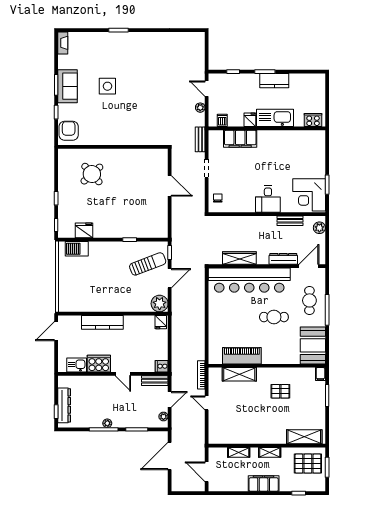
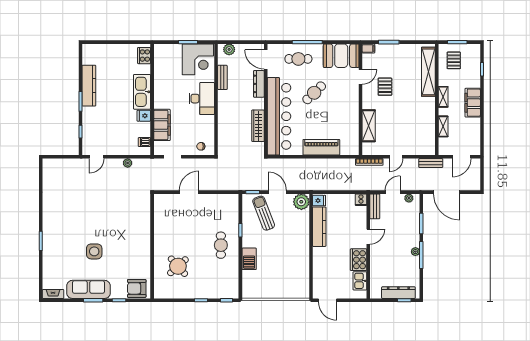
kitchen counter: (274, 81) -> (89, 86), width x1.50
sofa: (68, 86) -> (88, 289), width x1.36
plant: (200, 108) -> (128, 163), moved
kitchen sink: (275, 118) -> (142, 92), moved
dishwasher: (222, 120) -> (144, 142), moved
fridge: (250, 120) -> (144, 116), moved
cooker: (313, 120) -> (144, 56), moved
wall: (267, 128) -> (152, 99), moved
bench: (200, 139) -> (431, 163), moved
filing cabinet: (240, 139) -> (162, 125), moved
desk: (268, 199) -> (202, 99), width x1.37
cafe table: (114, 219) -> (221, 245), added
fridge: (84, 230) -> (232, 274), removed
barbecue: (77, 249) -> (249, 259), moved
cafe table: (274, 317) -> (314, 93), turned 46
kitchen counter: (102, 322) -> (319, 227), moved
piano: (242, 356) -> (321, 147), moved, turned 90
door: (291, 366) -> (361, 77), added
door: (170, 399) -> (393, 192), hinge flipped
shelving: (304, 437) -> (428, 72), width x1.47
pallet: (308, 464) -> (454, 60), width x0.67, depth x0.71

